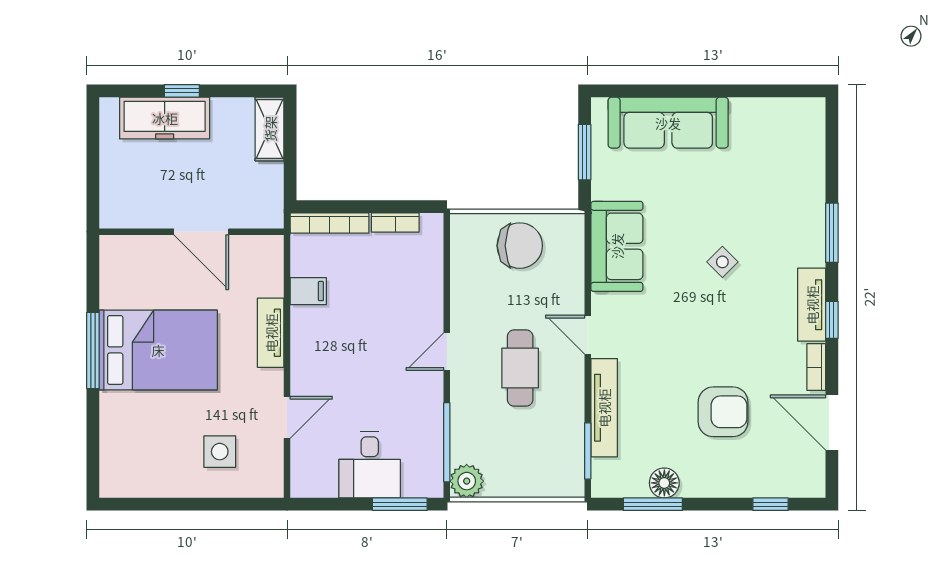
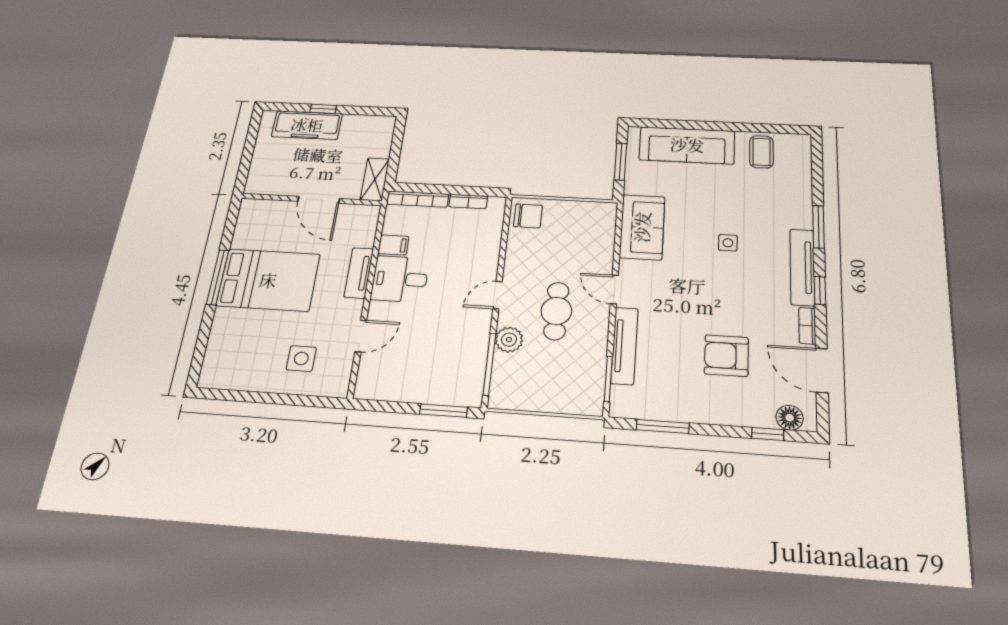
coffee table: (763, 127) -> (761, 152), added
shelving: (270, 129) -> (375, 179), moved
chair: (520, 246) -> (528, 216), moved, width x0.73, depth x0.73
side table: (722, 262) -> (728, 243), turned 45
tv unit: (812, 305) -> (802, 267), width x1.41
armchair: (723, 412) -> (726, 356), turned 180
desk: (370, 465) -> (400, 279), moved, turned 90
plant: (467, 481) -> (509, 340), moved
floor lamp: (664, 483) -> (790, 418), moved

